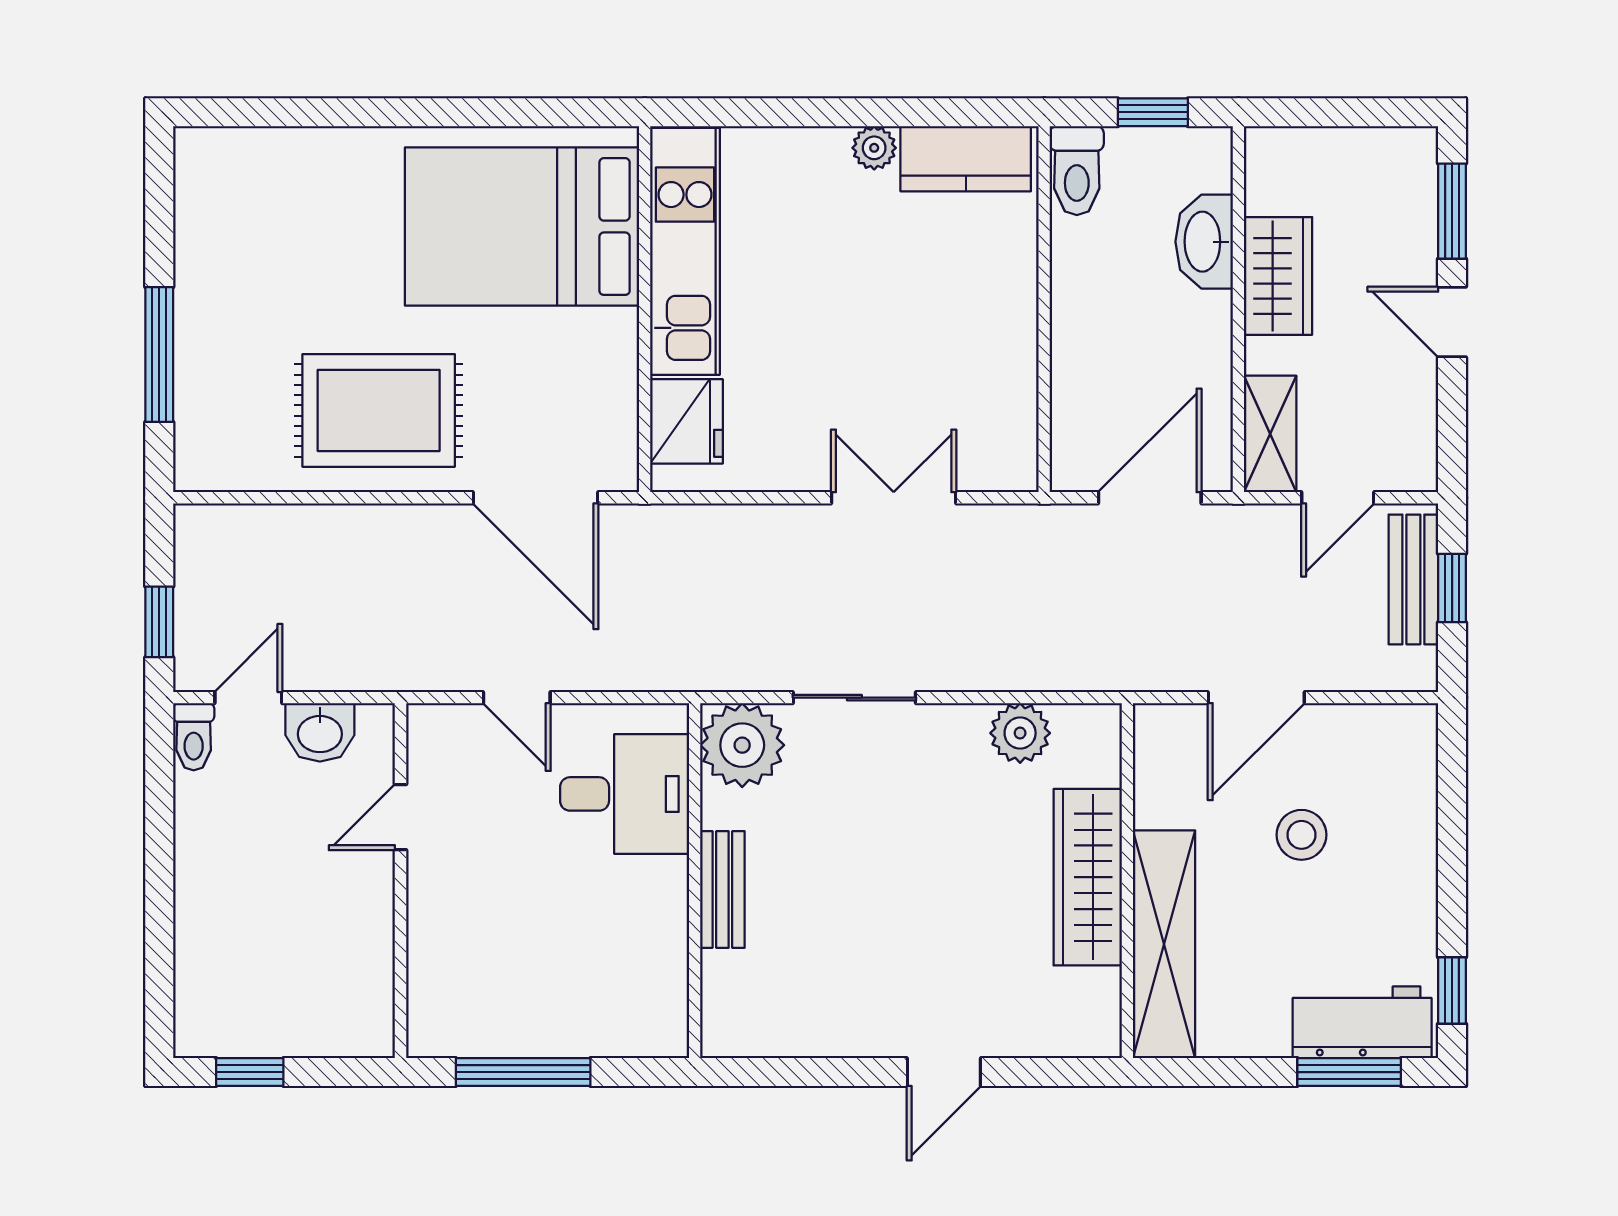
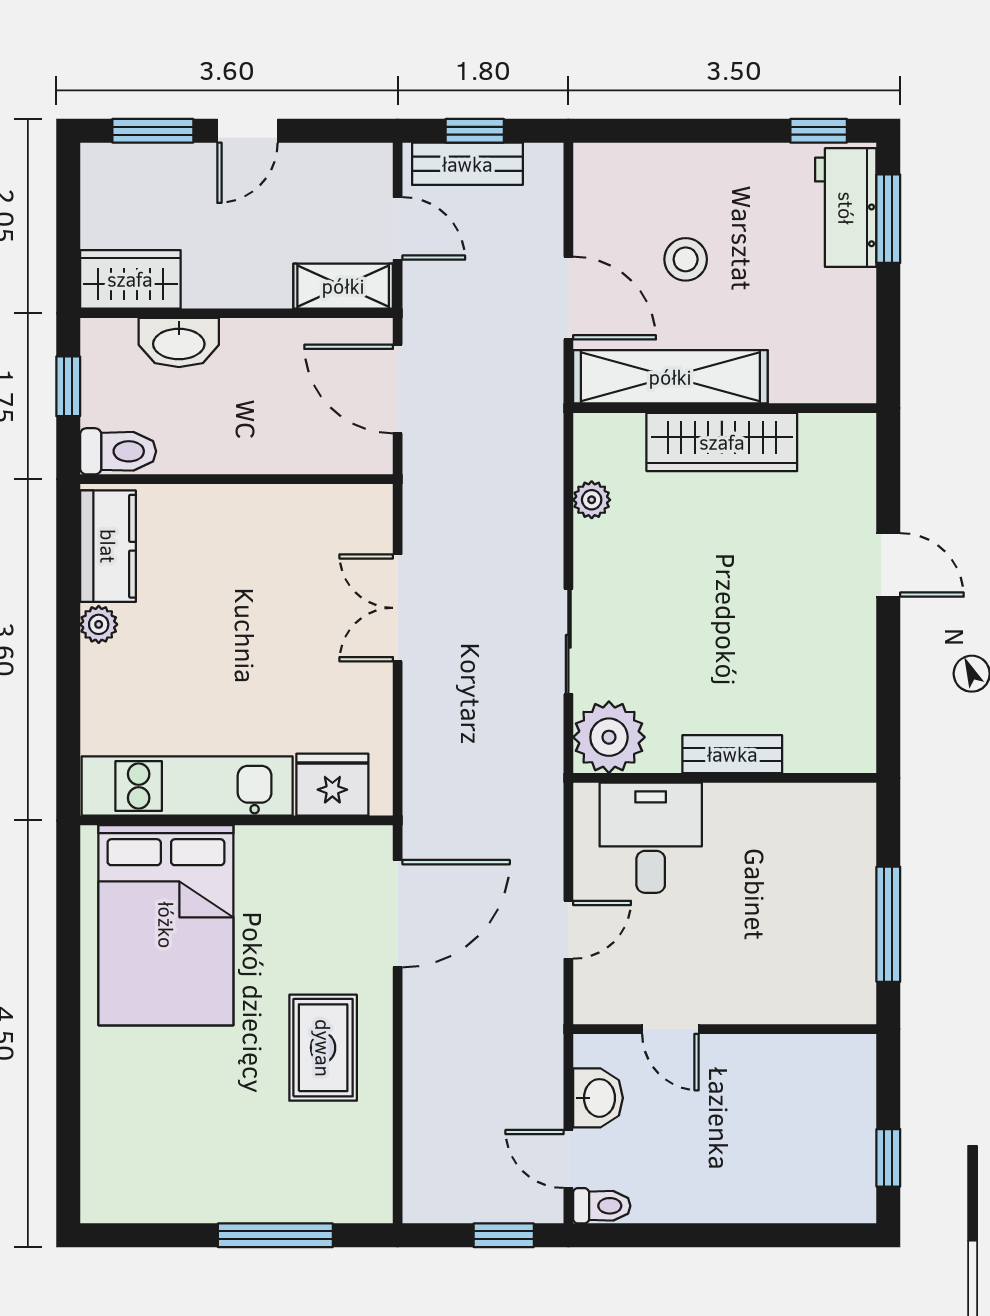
wardrobe: (1278, 276) -> (130, 279), moved
rug: (379, 410) -> (323, 1048), width x0.73, depth x0.70
plant: (1020, 733) -> (592, 500), width x0.73, depth x0.73
shelving: (1164, 944) -> (670, 377), moved

